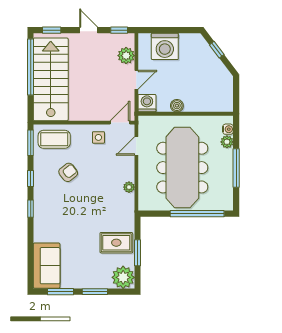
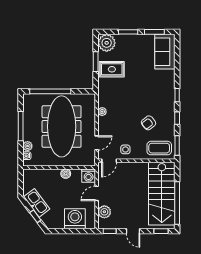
kitchen sink: (215, 67) -> (37, 203), added

